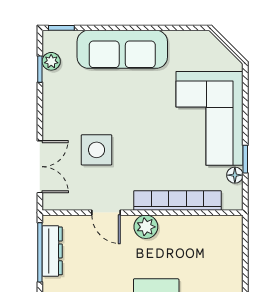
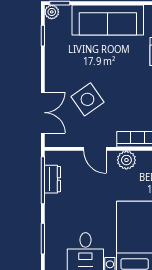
plant: (51, 61) -> (52, 12), moved
side table: (97, 150) -> (87, 99), turned -35
dresser: (52, 251) -> (52, 179), width x0.70

